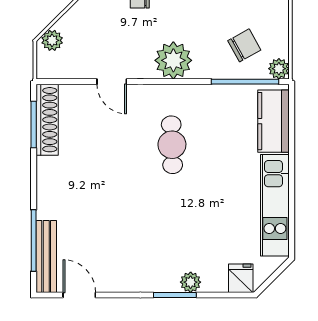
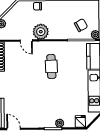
plant: (173, 60) -> (41, 32), moved

